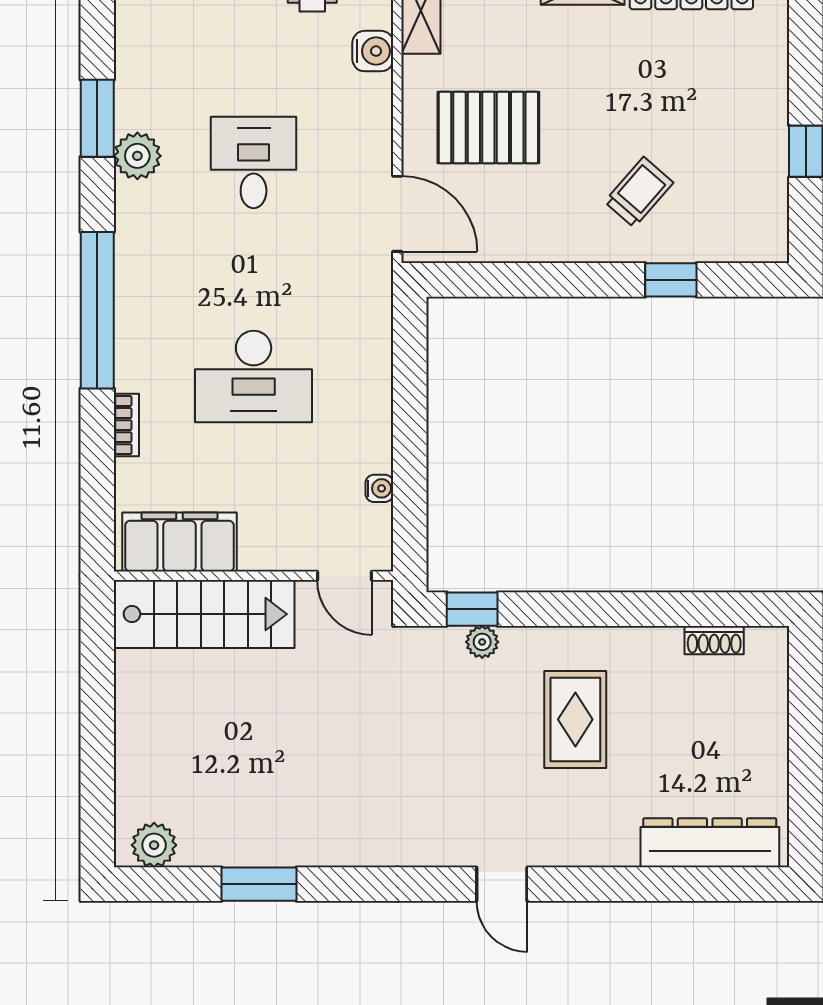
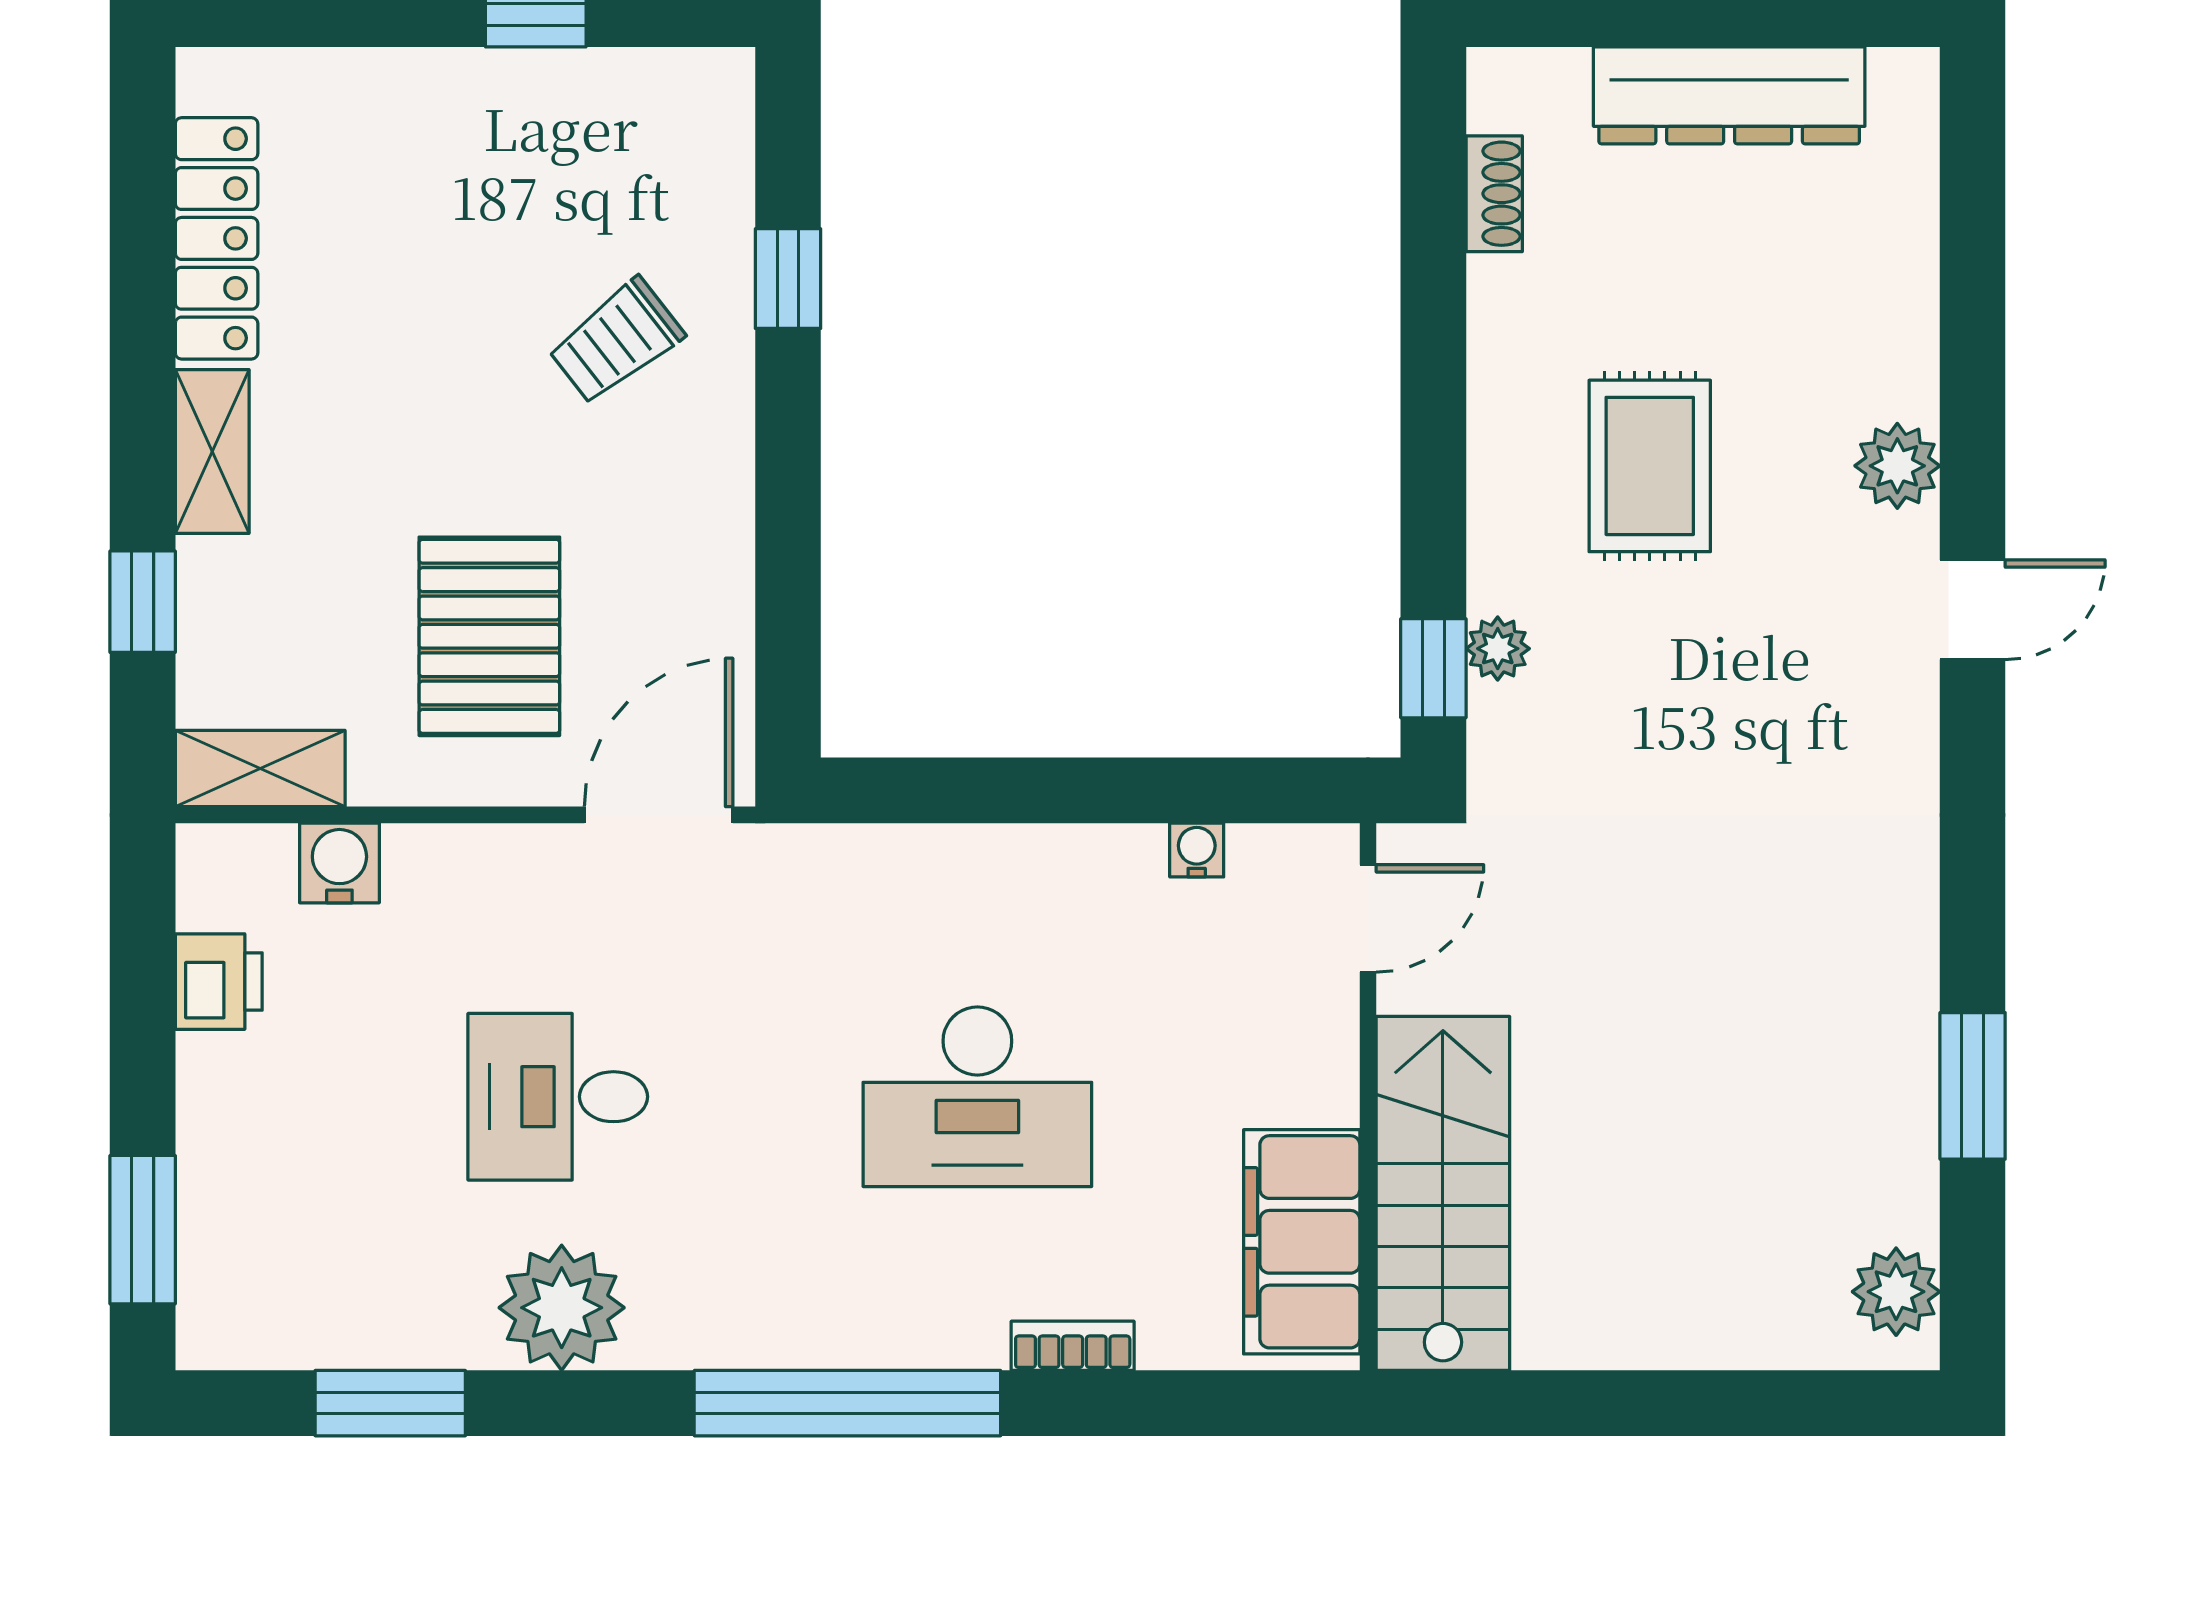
window: (97, 118) -> (390, 1403), moved
plant: (137, 156) -> (562, 1308), width x1.36, depth x1.36
trolley: (639, 192) -> (616, 341), turned -79
desk: (254, 376) -> (977, 1097), turned 90
rug: (575, 719) -> (1650, 466), turned 90
dresser: (710, 843) -> (1729, 95), moved, turned -90
plant: (575, 846) -> (1897, 466), added

